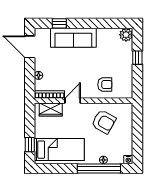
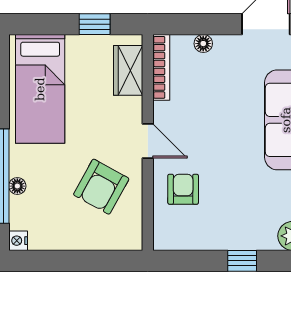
armchair: (105, 85) -> (183, 189), turned 180
door: (73, 101) -> (148, 141), moved
window: (30, 145) -> (95, 24), moved

